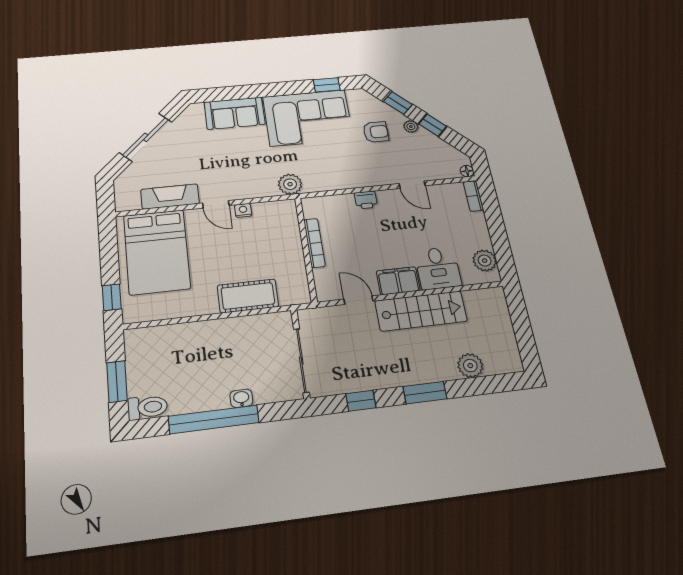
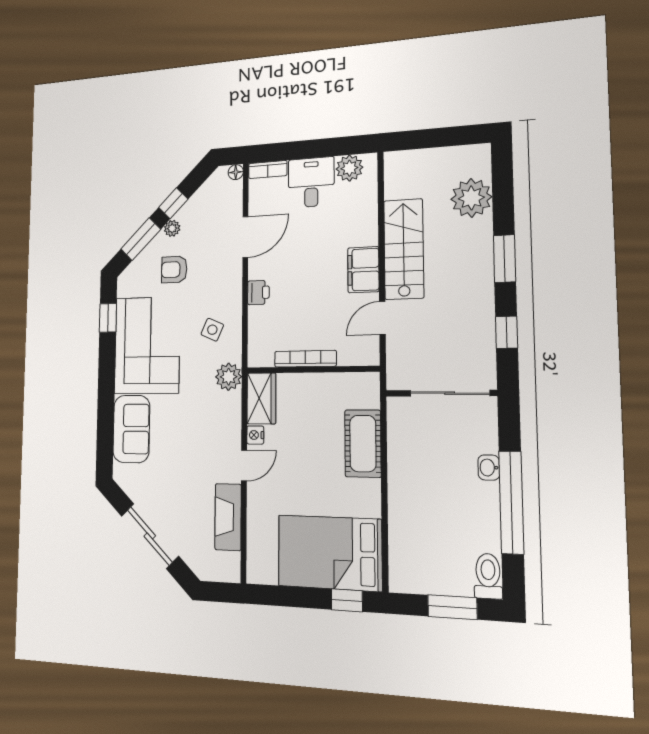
window: (398, 103) -> (141, 239), width x1.50
armchair: (376, 132) -> (174, 270), turned -90
side table: (329, 167) -> (212, 330), added
door: (412, 185) -> (245, 237), width x1.38
wardrobe: (275, 212) -> (261, 398), added
bed: (157, 252) -> (330, 553), moved, turned 180
desk: (438, 268) -> (311, 182), moved, turned -90
plant: (470, 366) -> (471, 198), width x1.36, depth x1.36

